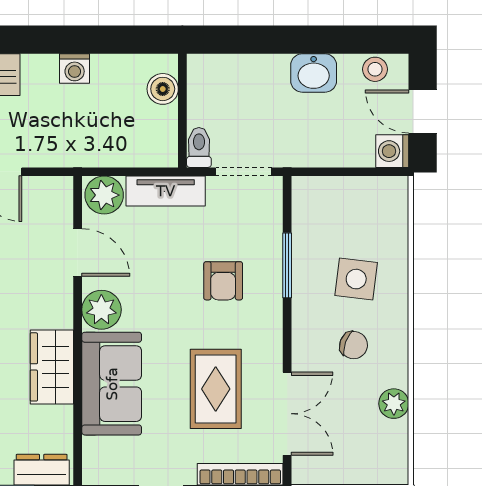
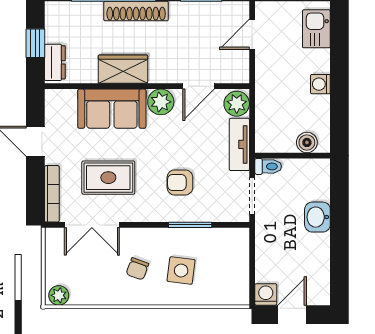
stool: (375, 69) -> (320, 283), removed
washbasin: (314, 73) -> (317, 217), moved
plant: (394, 404) -> (59, 295), moved

